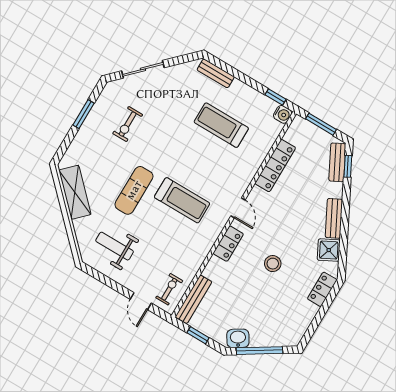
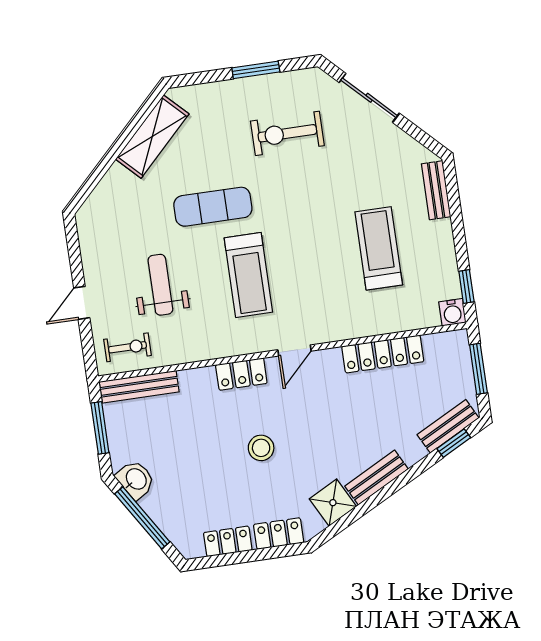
exercise bike: (128, 124) -> (287, 133), width x1.38, depth x1.39
weight bench: (115, 246) -> (160, 285), moved
door: (141, 301) -> (82, 303), moved
locker: (306, 318) -> (228, 541), added
window: (198, 335) -> (100, 428), width x1.50

